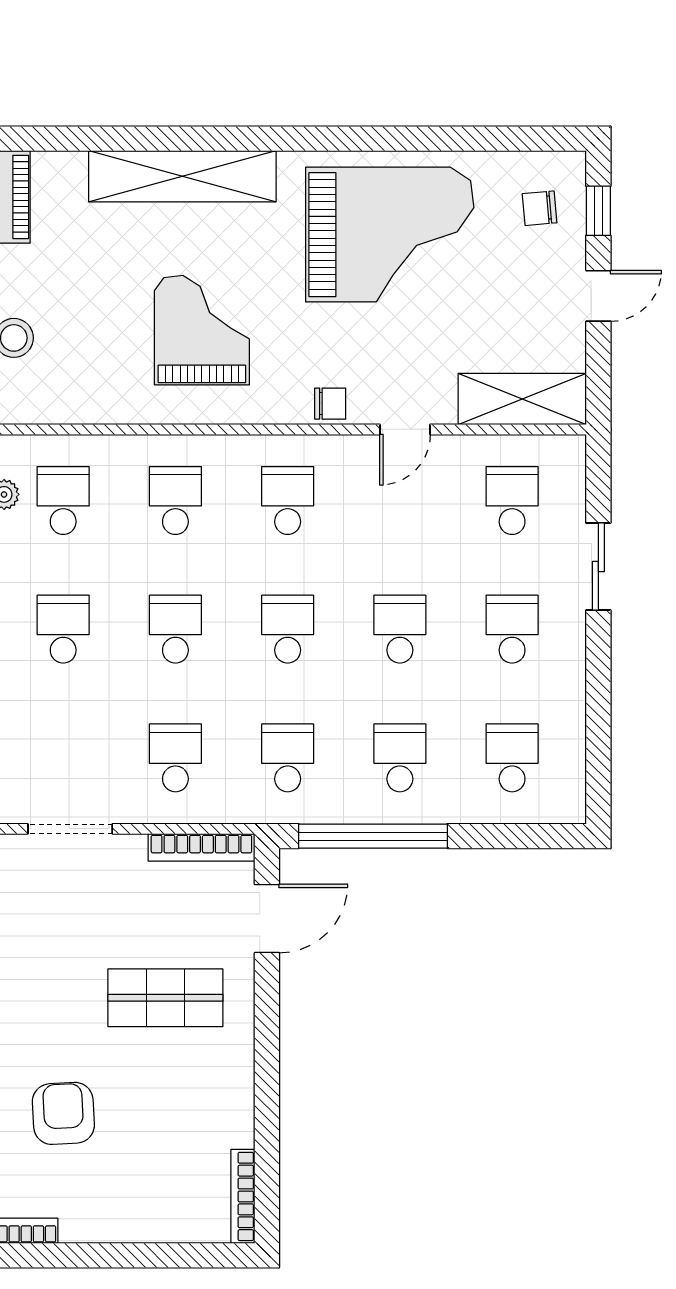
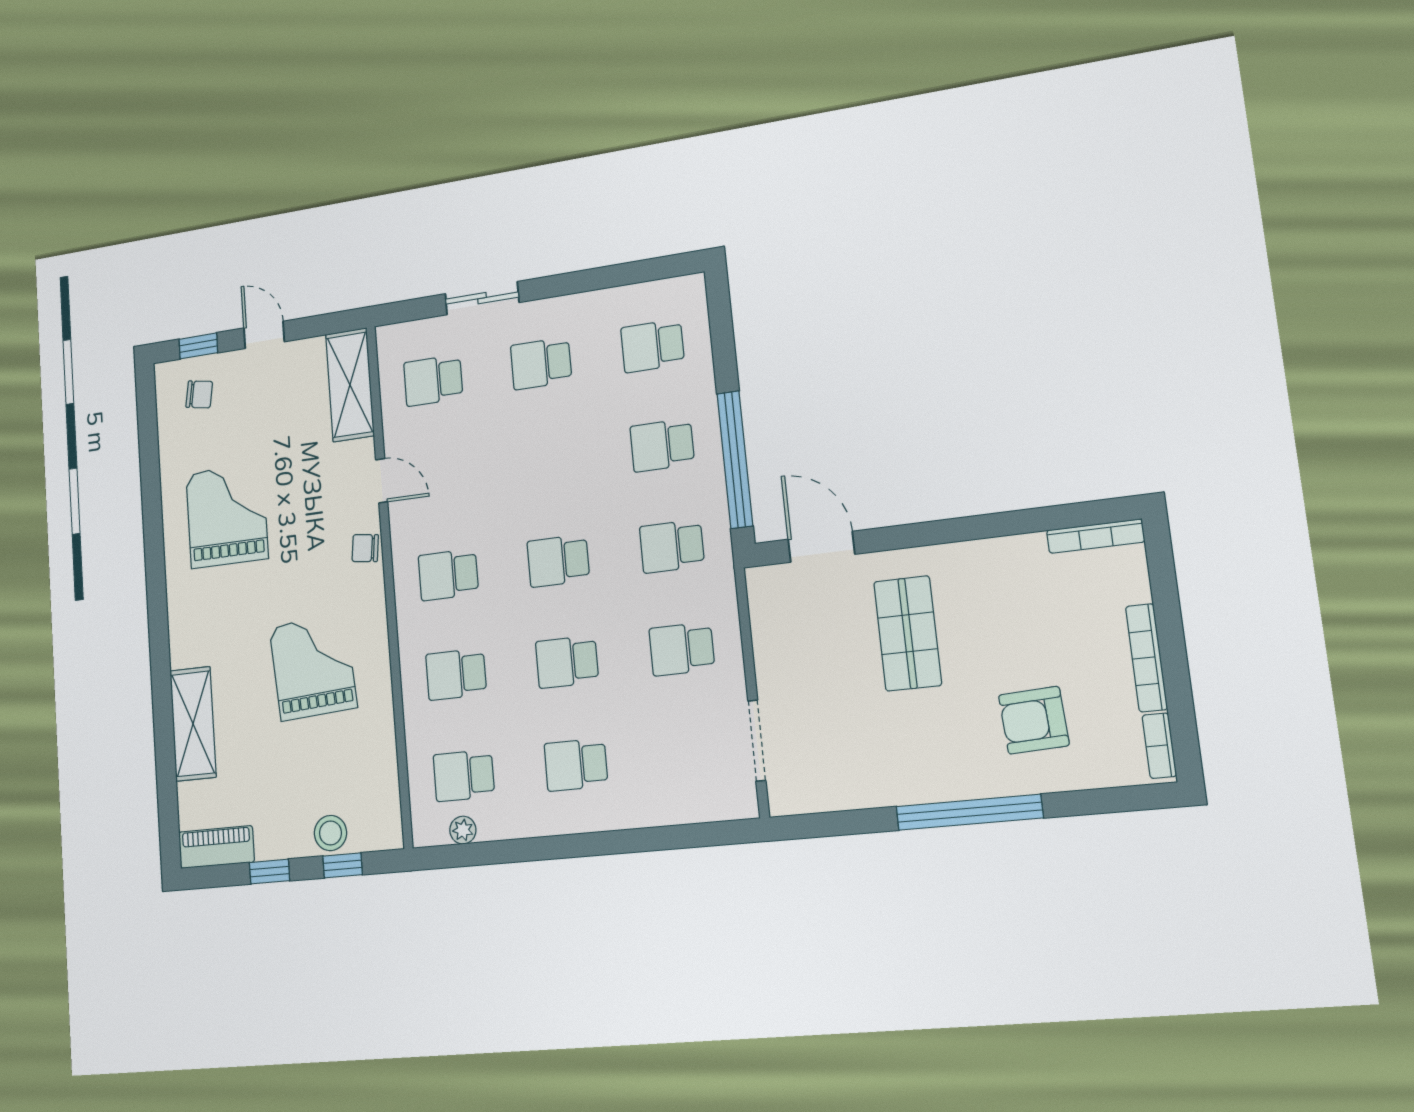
shelving: (182, 176) -> (193, 724), width x0.68
chair: (540, 208) -> (199, 394), turned -75
grand piano: (390, 235) -> (227, 516), width x0.73, depth x0.68
grand piano: (202, 330) -> (313, 667), turned 86
chair: (330, 404) -> (365, 548), turned -83
school desk: (400, 629) -> (550, 461), removed
bookcase: (201, 847) -> (1146, 658), moved, turned 180

